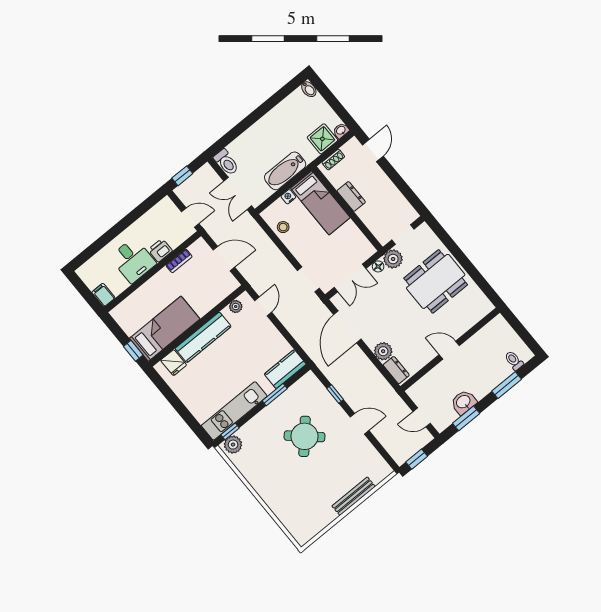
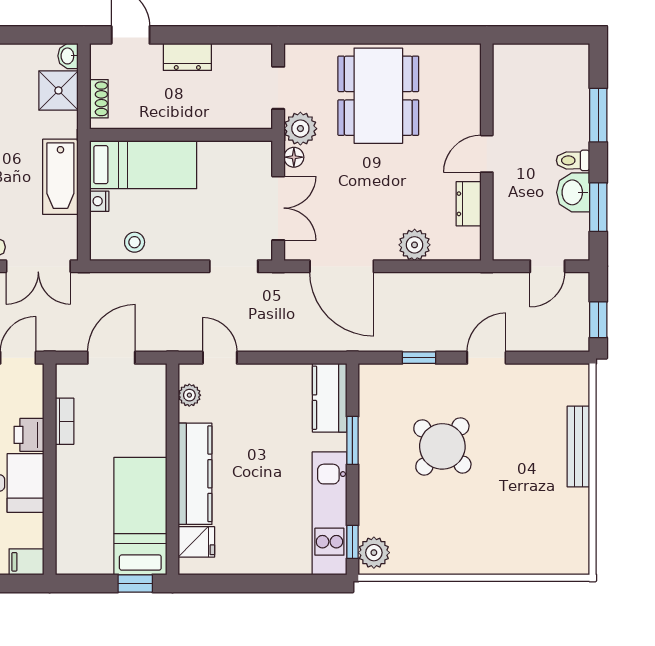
dresser: (351, 196) -> (187, 57), moved, turned 180
toilet: (514, 361) -> (573, 160), moved
dresser: (396, 370) -> (469, 204), moved, turned -90

